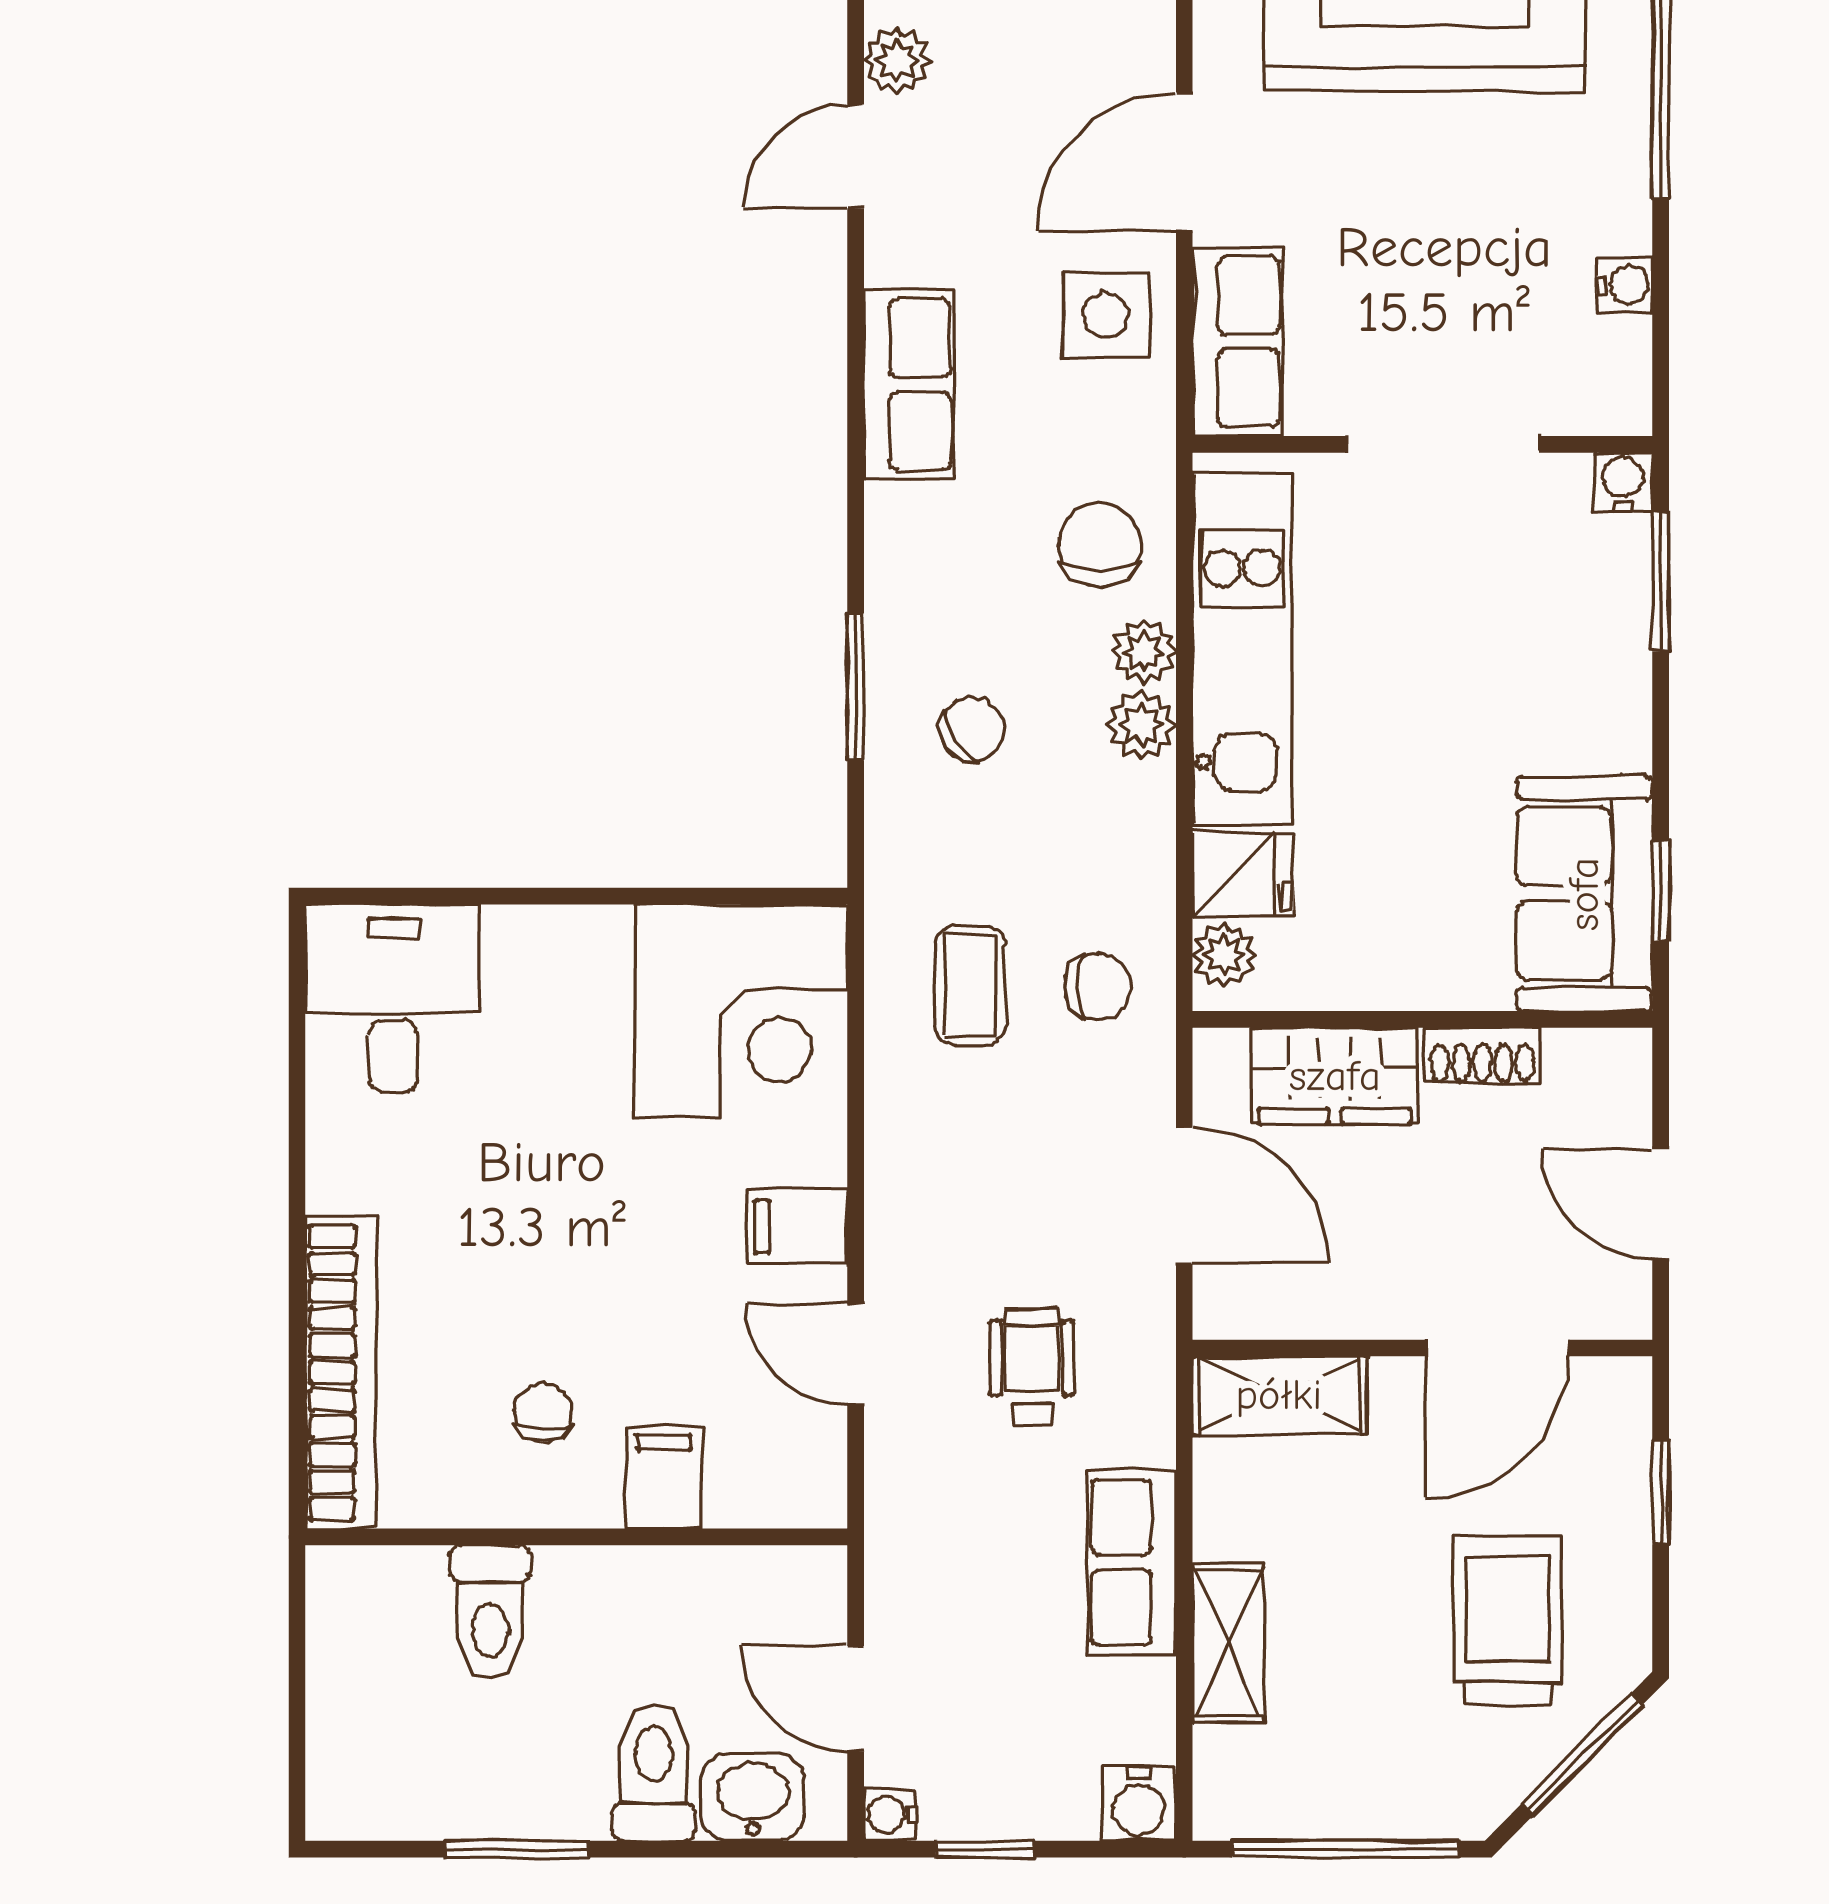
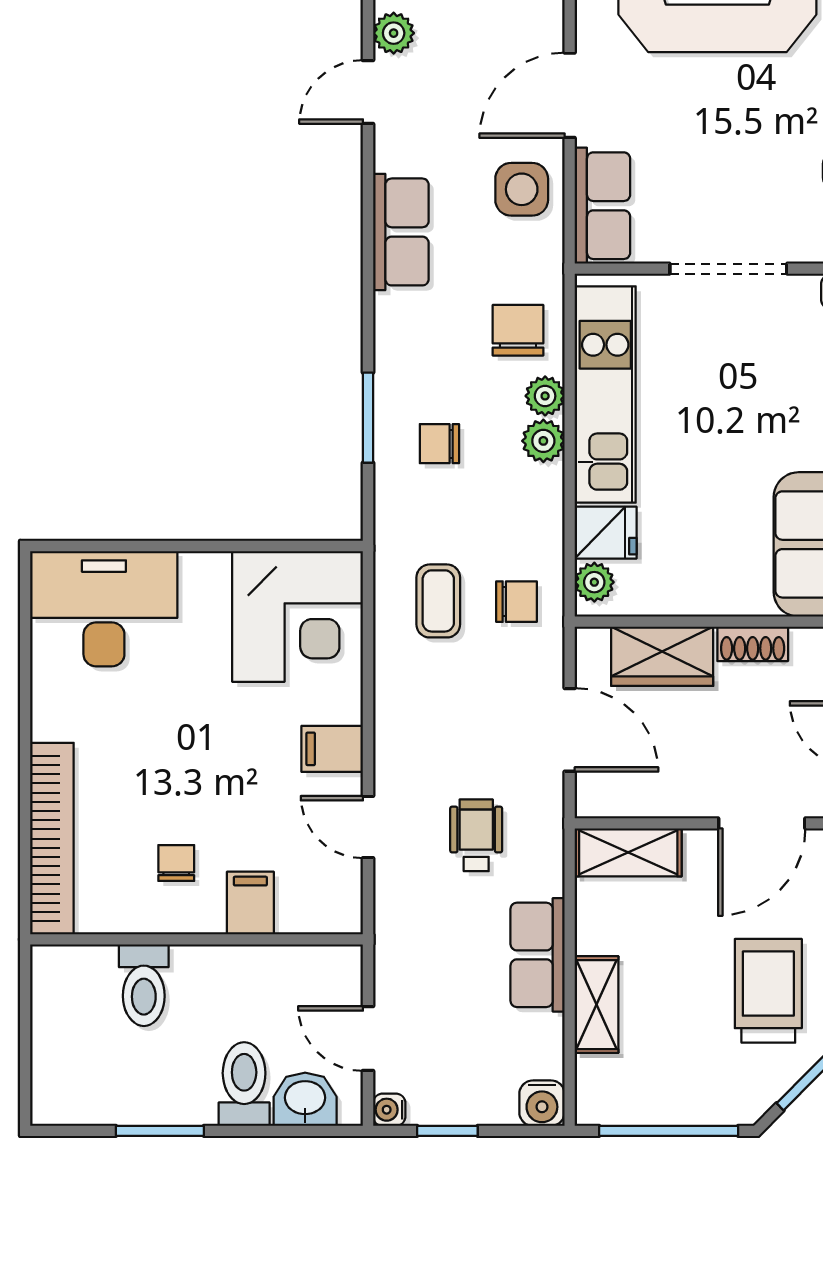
chair: (972, 729) -> (439, 444), turned -146
desk: (393, 998) -> (104, 609), width x1.37

